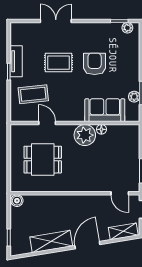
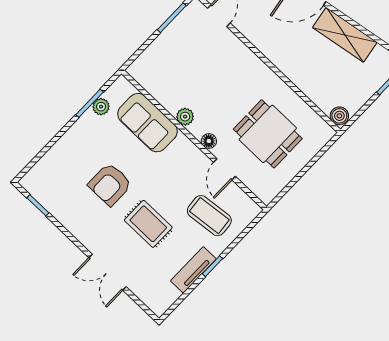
plant: (127, 28) -> (36, 189), removed
floor lamp: (101, 129) -> (209, 141), moved
plant: (85, 135) -> (185, 117), width x0.53, depth x0.53

